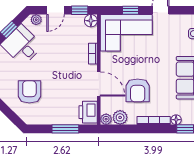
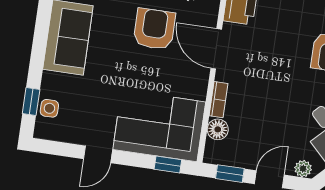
window: (130, 10) -> (168, 165), moved
floor lamp: (91, 21) -> (218, 129), moved

